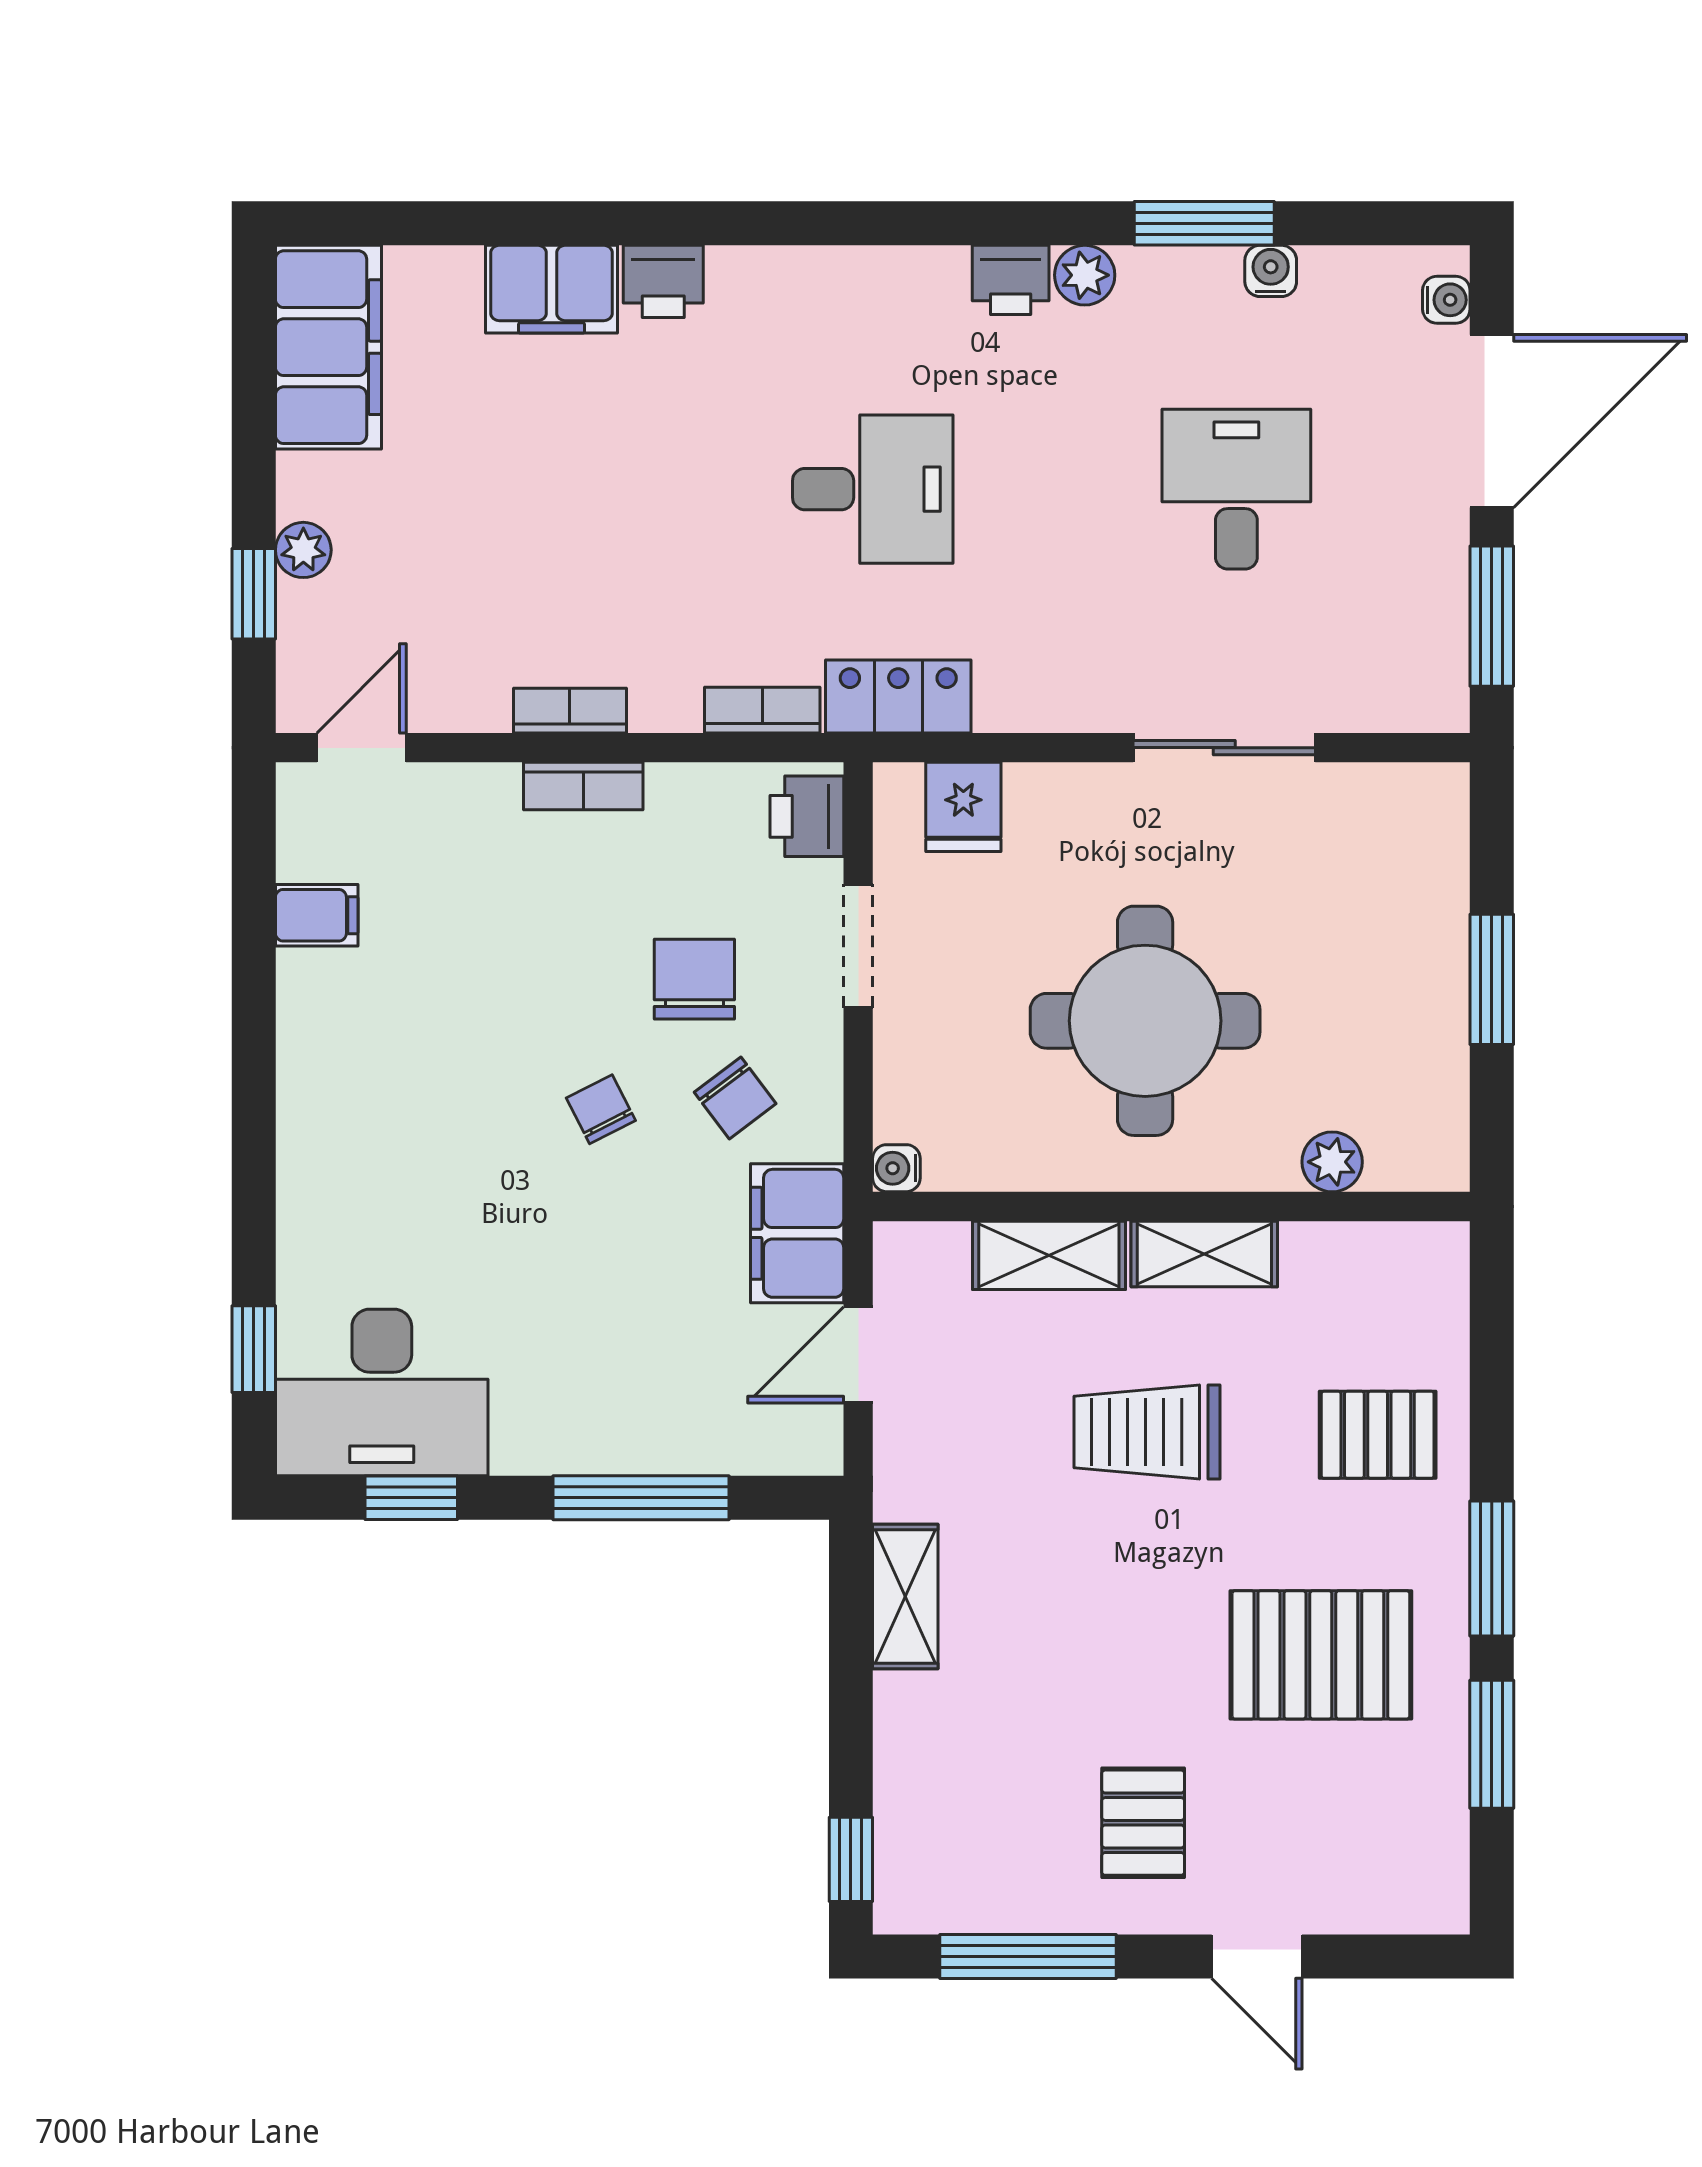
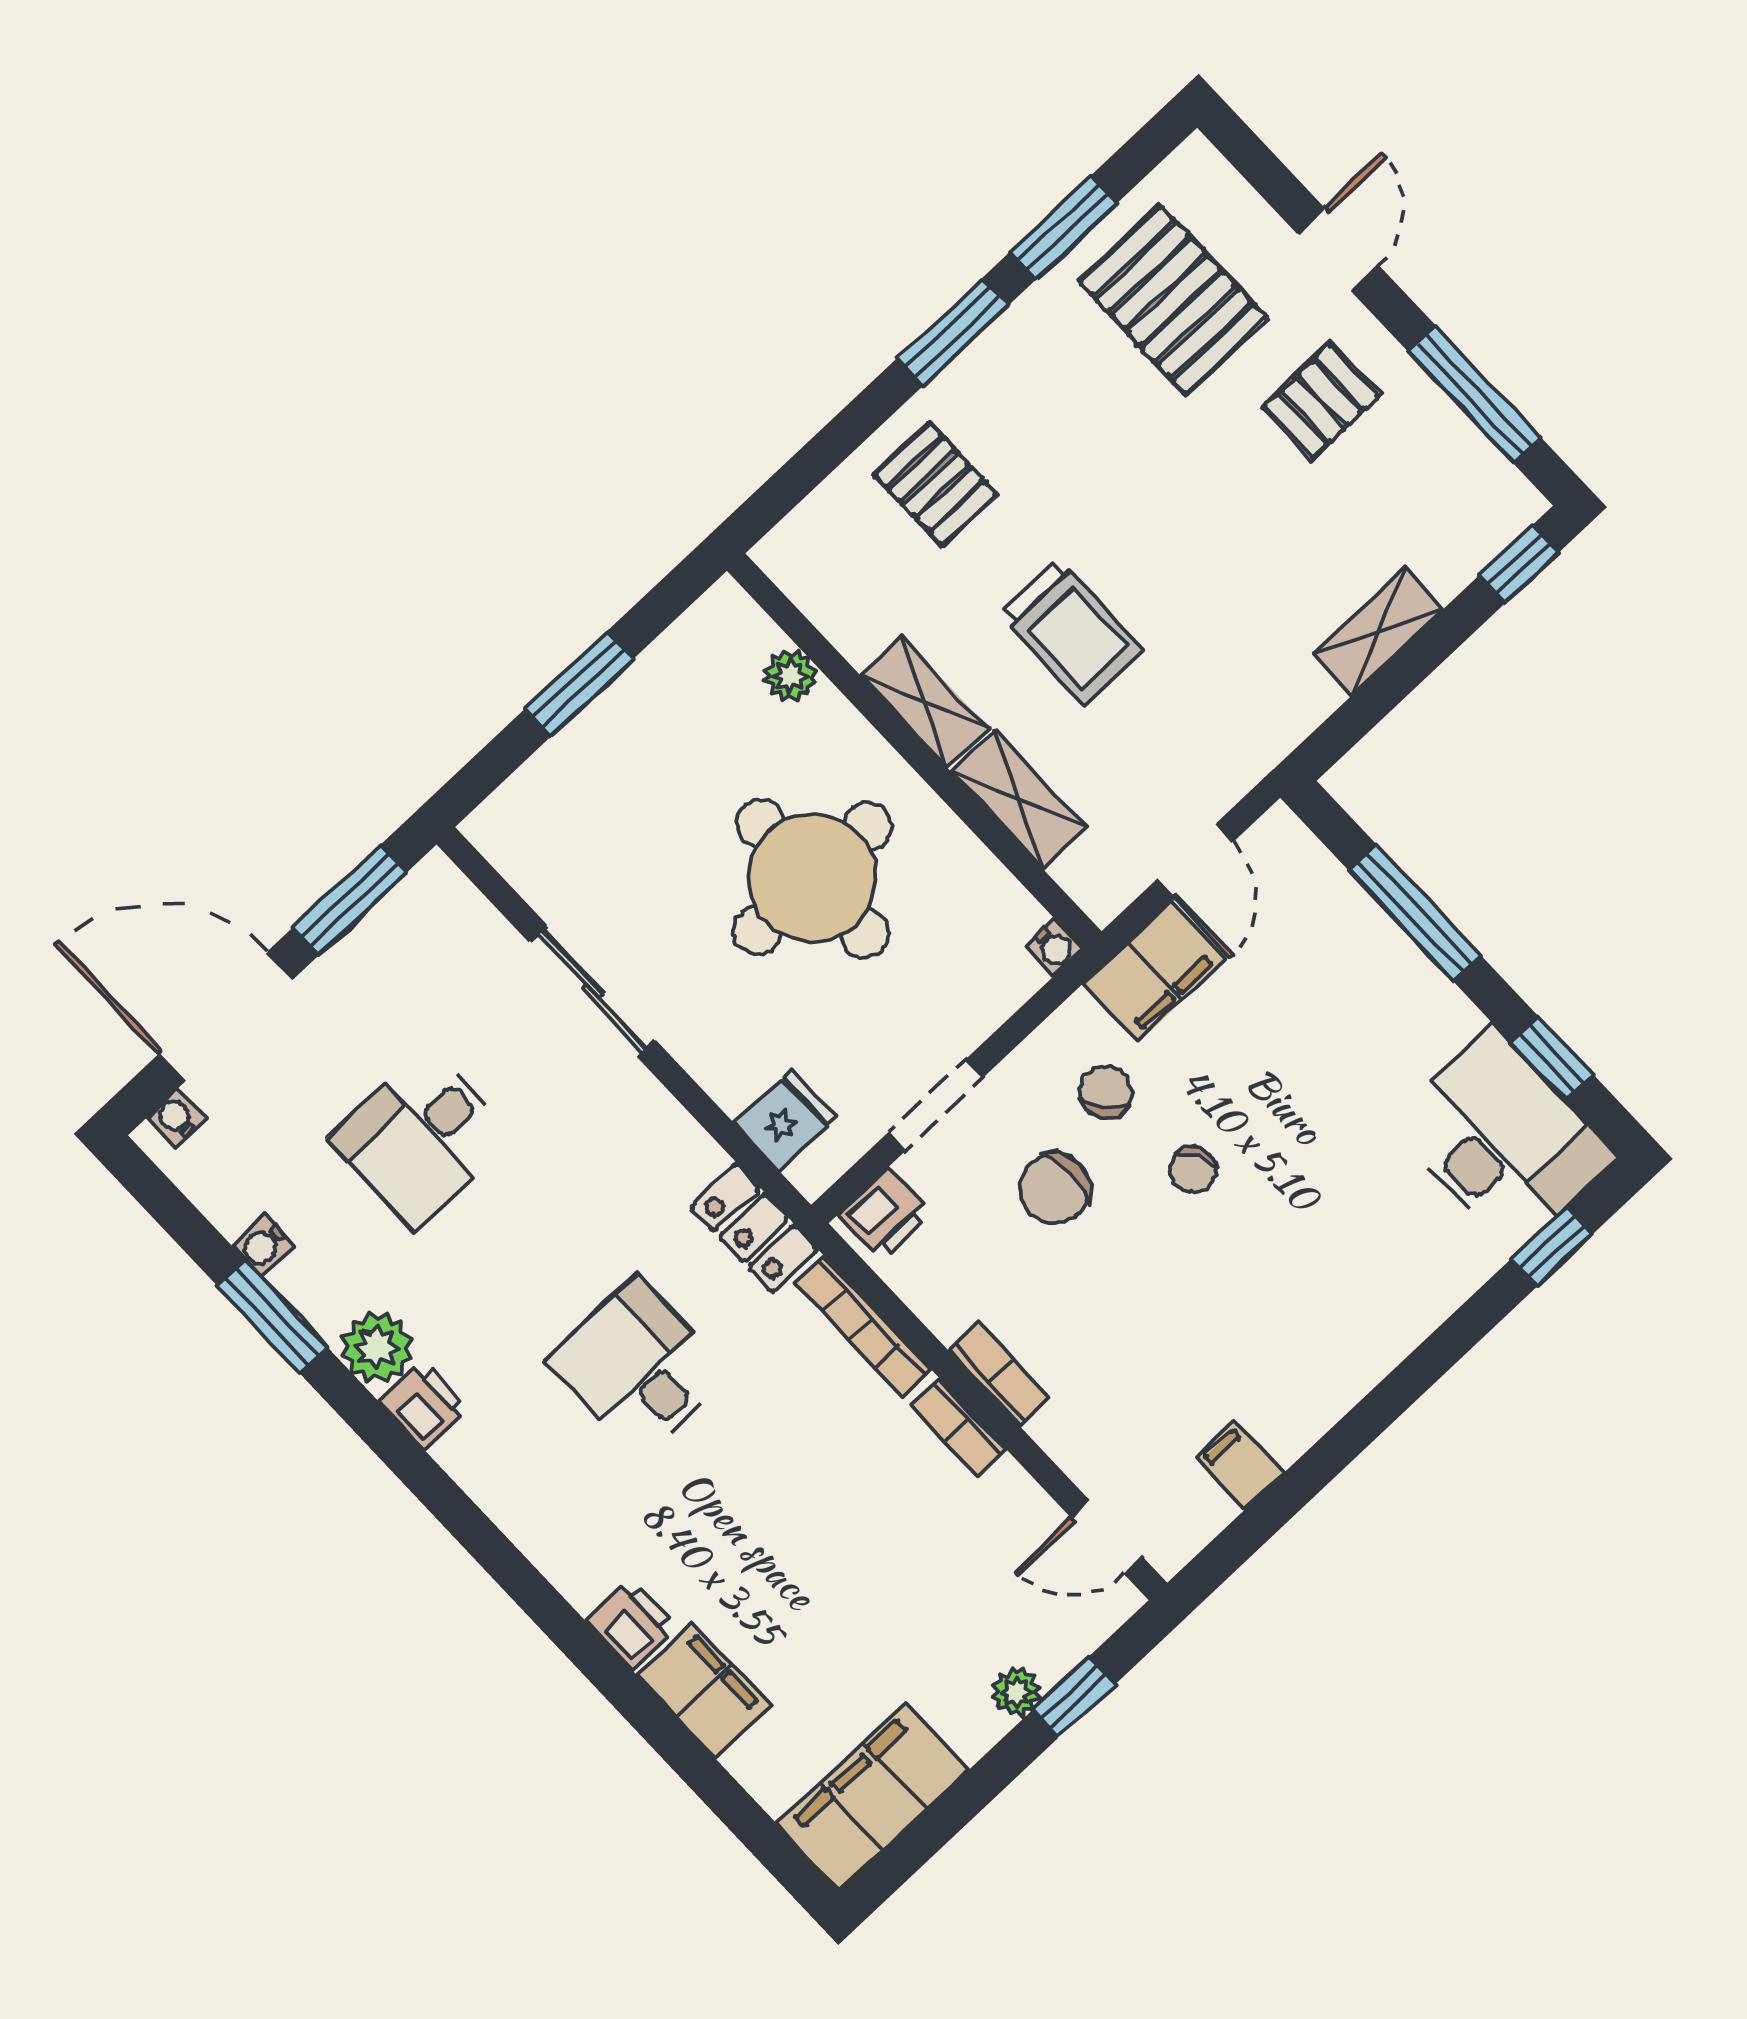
plant: (1085, 275) -> (377, 1347), width x1.38, depth x1.38
bookcase: (762, 710) -> (863, 1326), width x1.56
door: (858, 1355) -> (1195, 861), hinge flipped
shelving: (905, 1597) -> (1378, 632), moved
pallet: (1321, 1655) -> (1173, 300), moved

